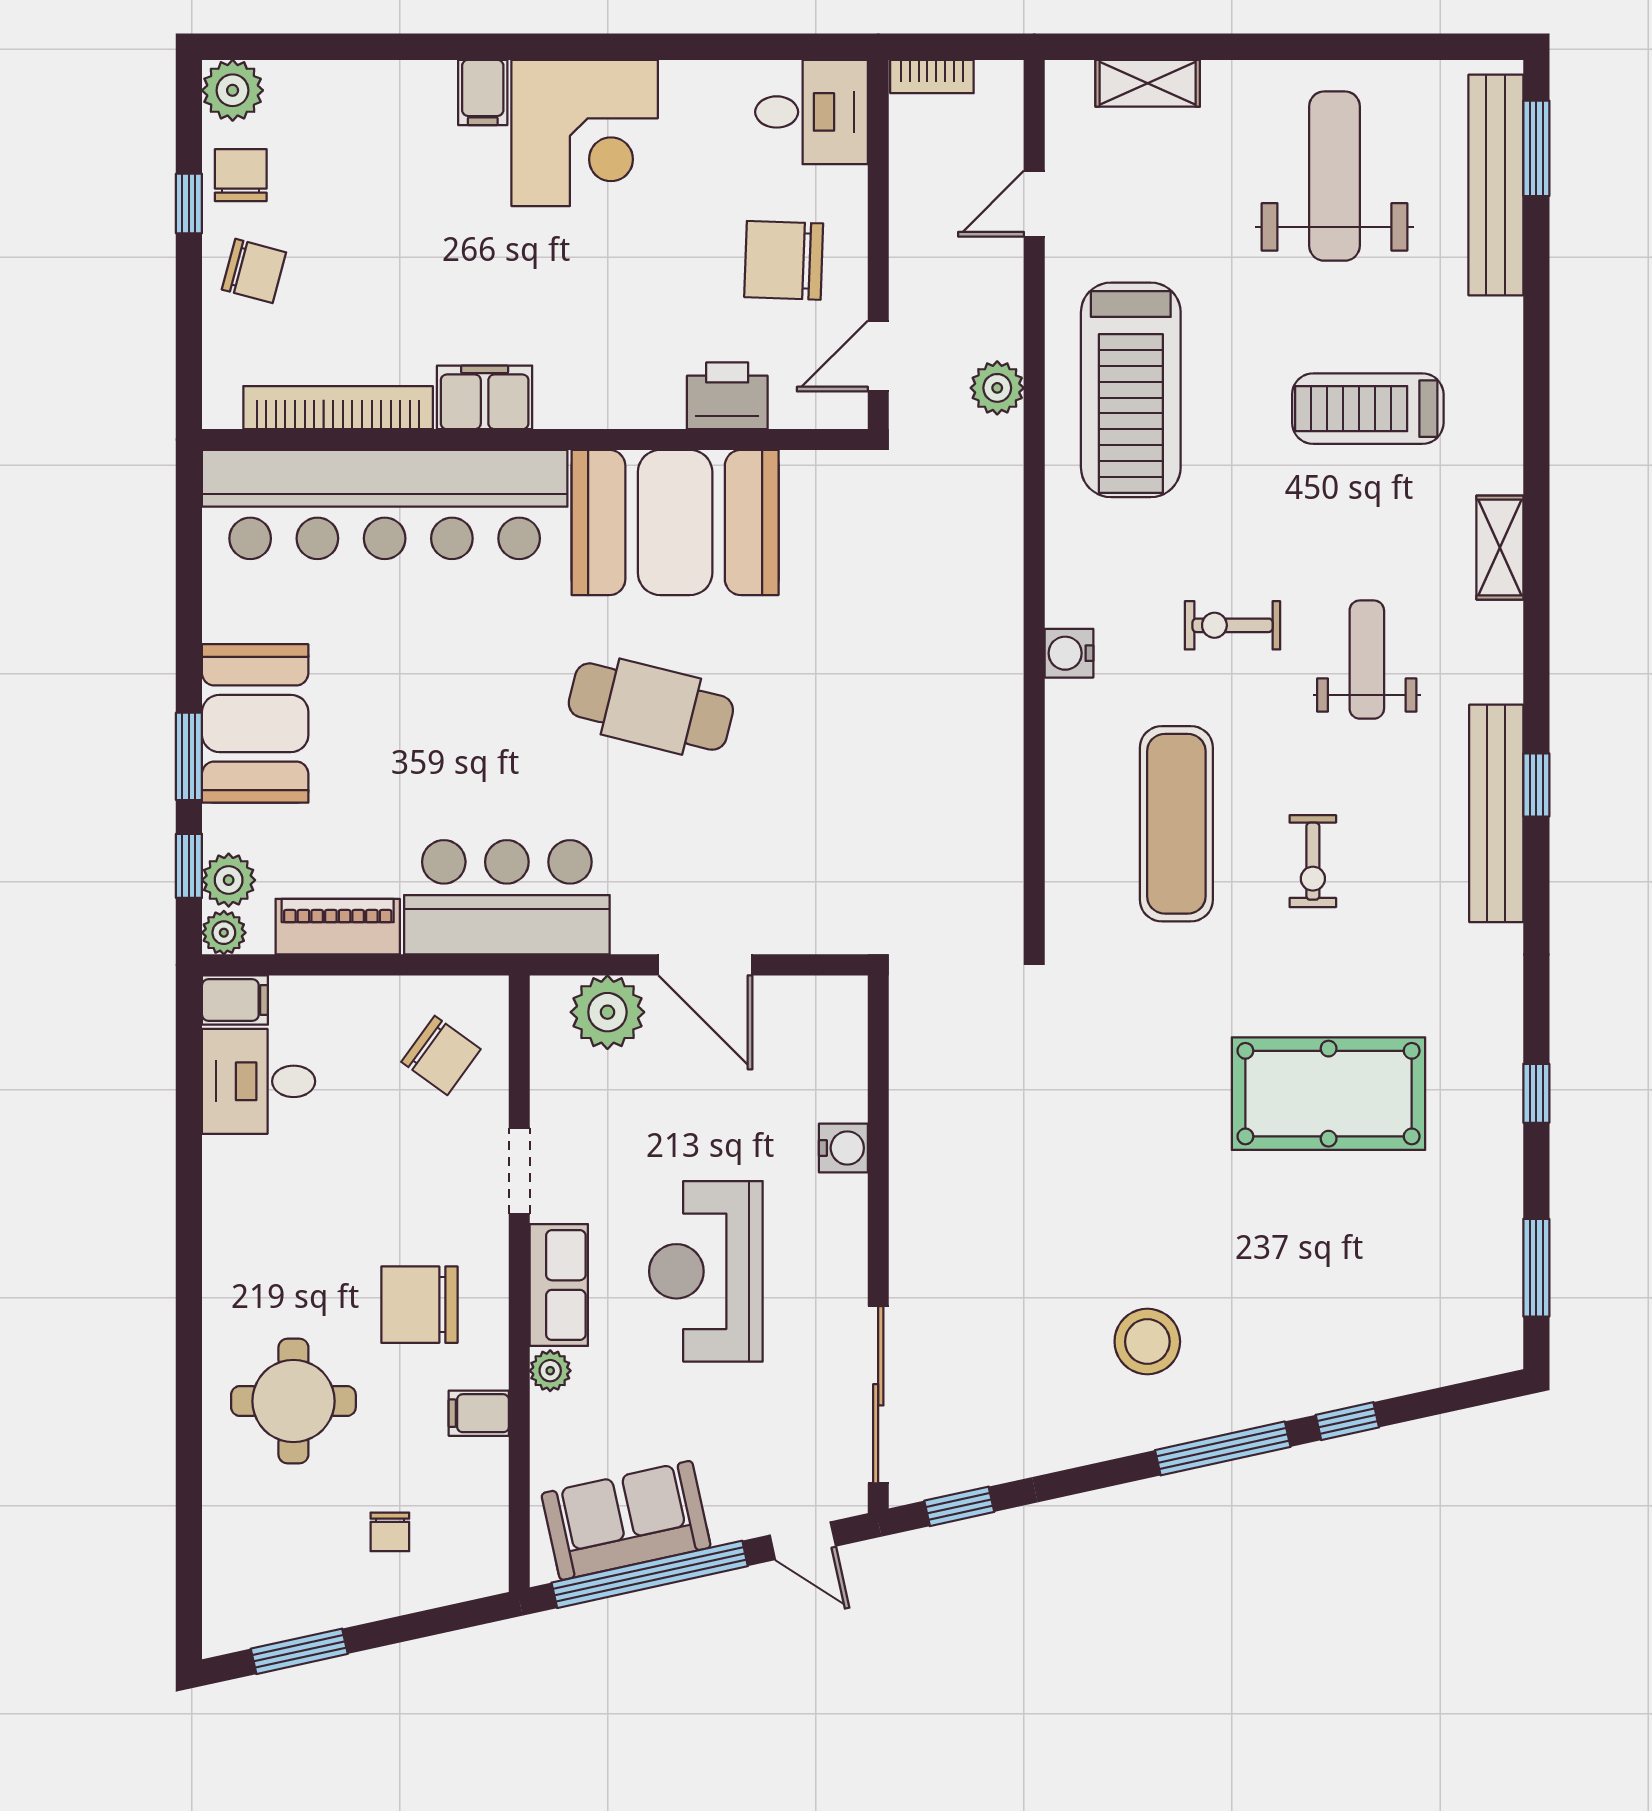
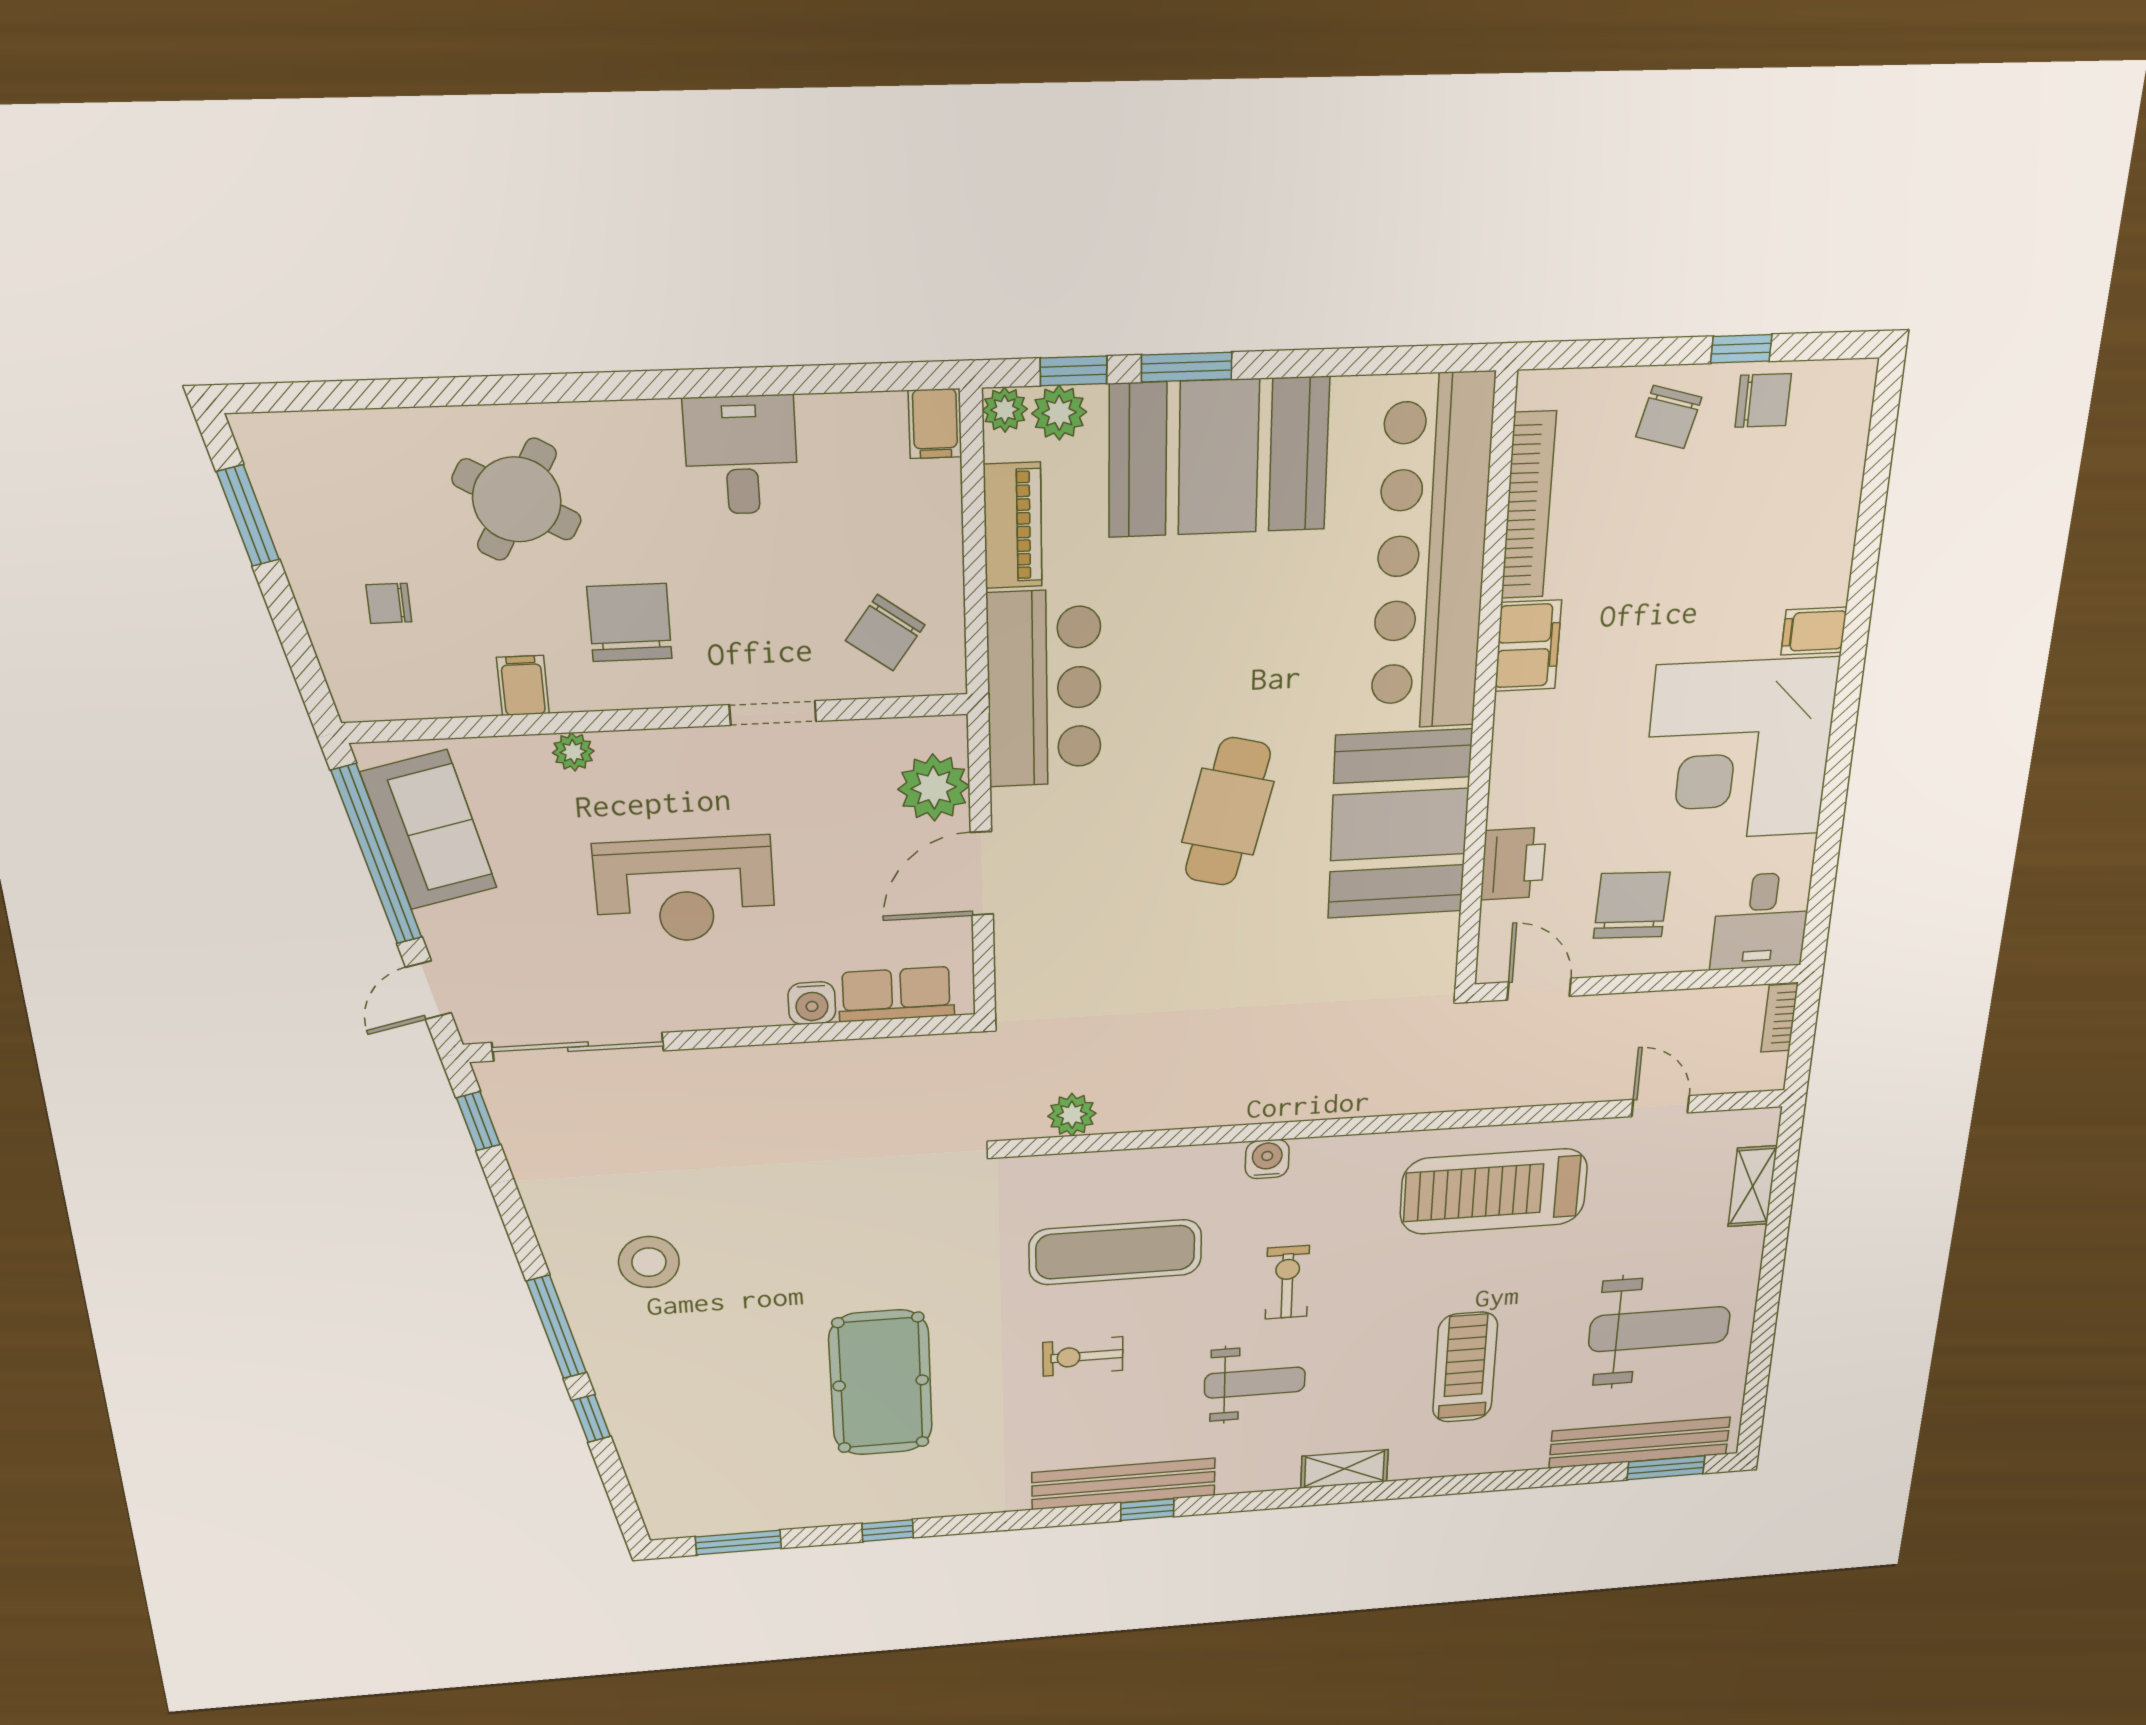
plant: (233, 90) -> (1846, 389), removed
corner desk: (585, 133) -> (1739, 750), width x1.36, depth x1.36
plant: (997, 388) -> (1072, 1115), moved
booth: (255, 723) -> (1219, 457), width x1.36, depth x1.42
desk: (259, 1081) -> (741, 455), moved
reception desk: (706, 1271) -> (685, 890), turned 180
row of seats: (559, 1285) -> (896, 994), moved, turned 180
round table: (293, 1401) -> (517, 500), turned 30

